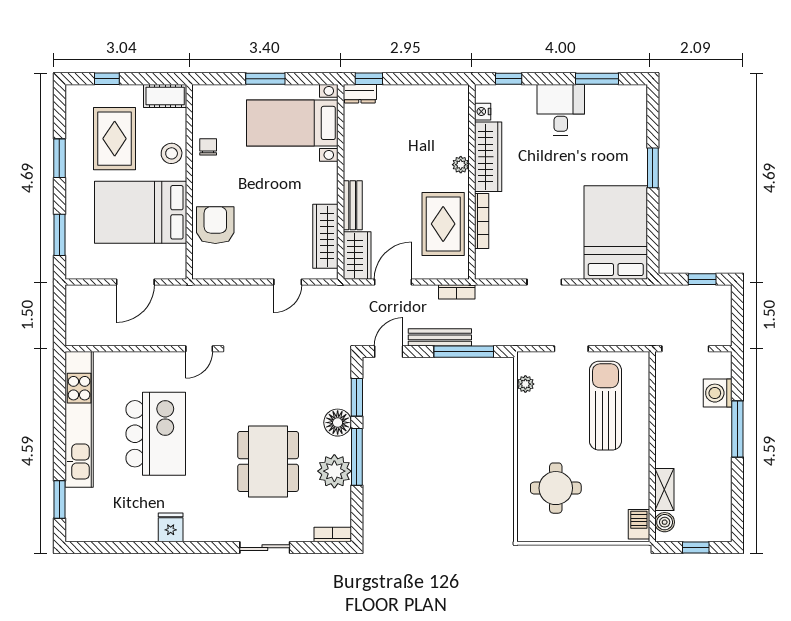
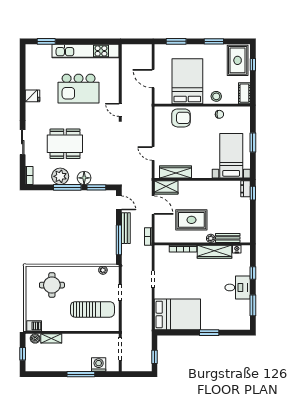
window: (509, 79) -> (253, 273), moved
rug: (115, 139) -> (238, 60), moved, turned 90
bench: (353, 205) -> (228, 238), moved
rug: (443, 224) -> (191, 220), moved

